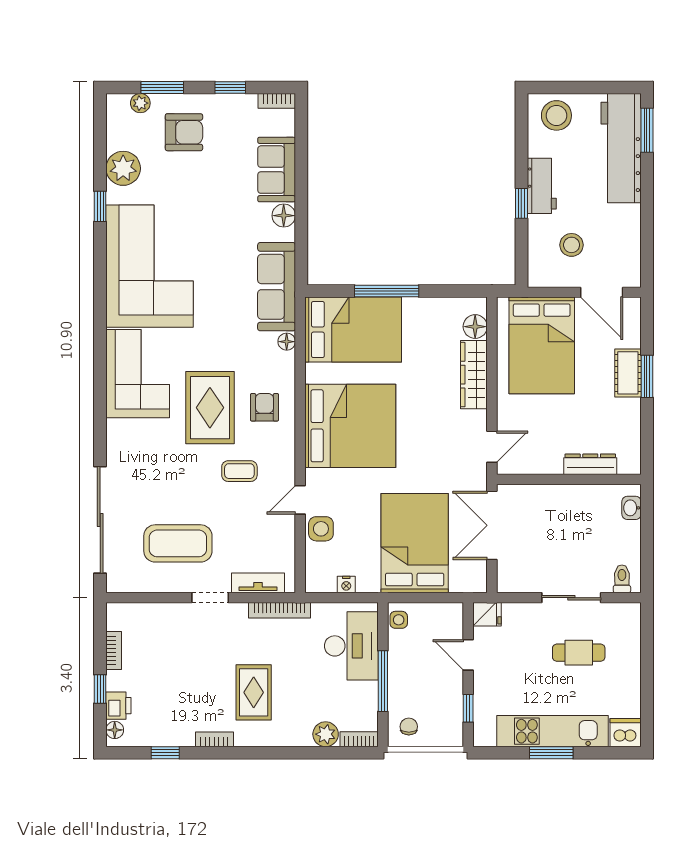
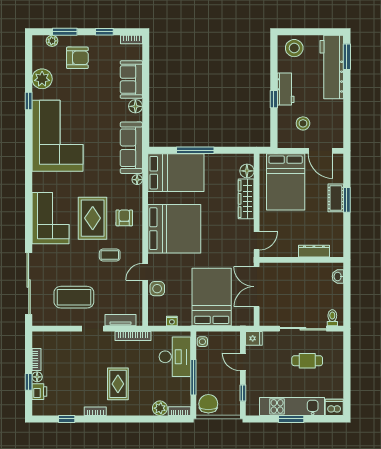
corner sofa: (138, 374) -> (50, 218), moved
sliding door: (571, 598) -> (303, 329), width x1.37
chair: (409, 727) -> (208, 404), width x1.87, depth x1.87
floor lamp: (115, 730) -> (37, 377), moved

